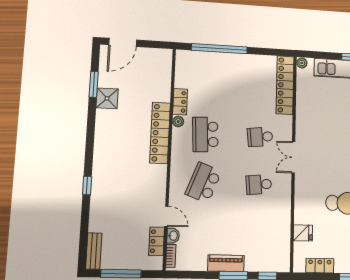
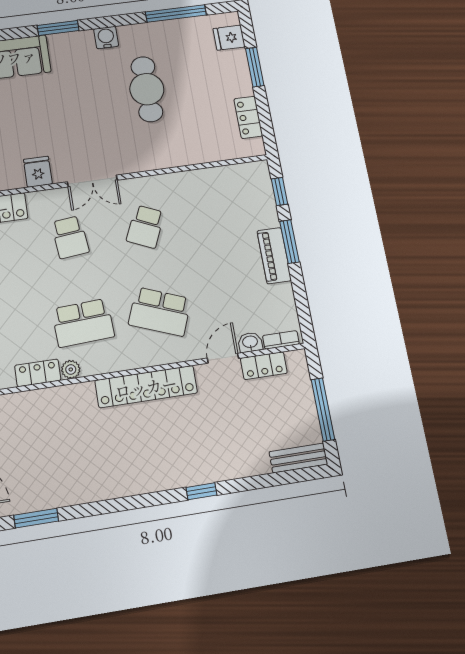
shower: (107, 98) -> (55, 491), removed
locker: (160, 133) -> (146, 387), moved
school desk: (259, 185) -> (145, 227), turned 30
fridge: (303, 233) -> (38, 172), moved

